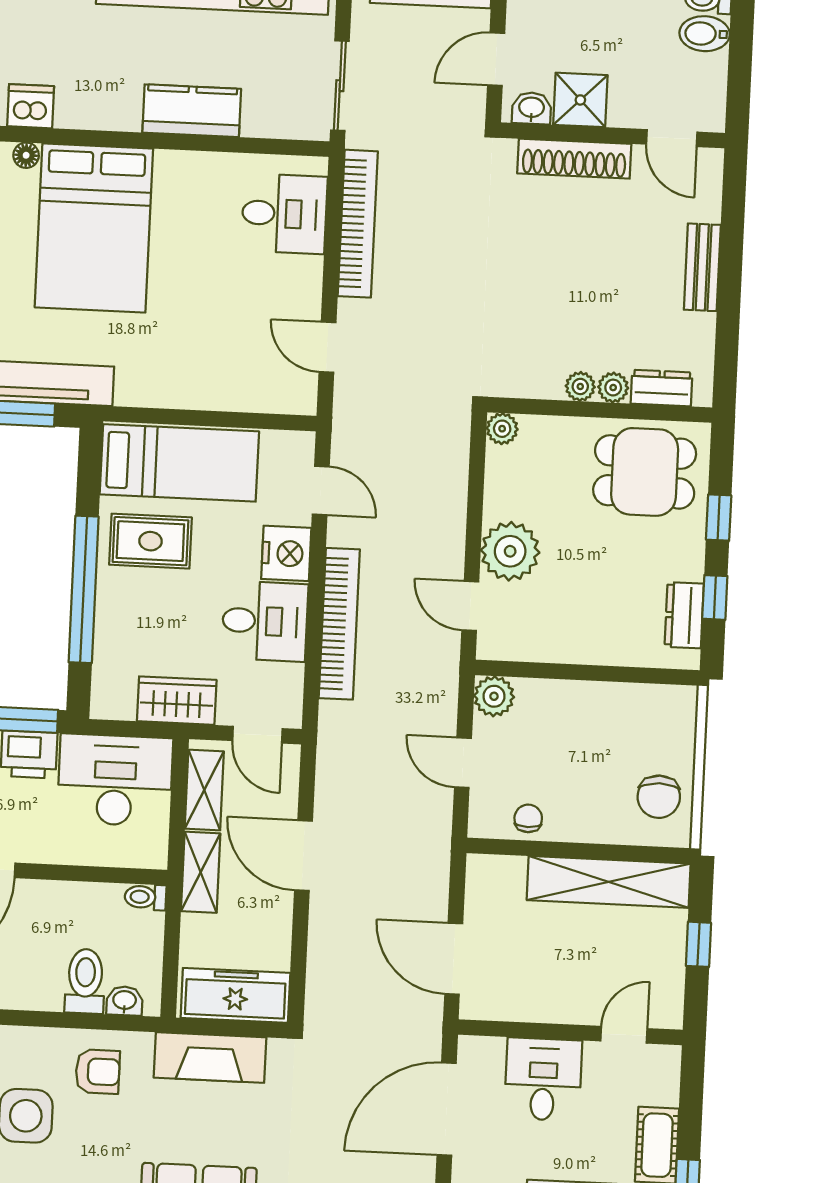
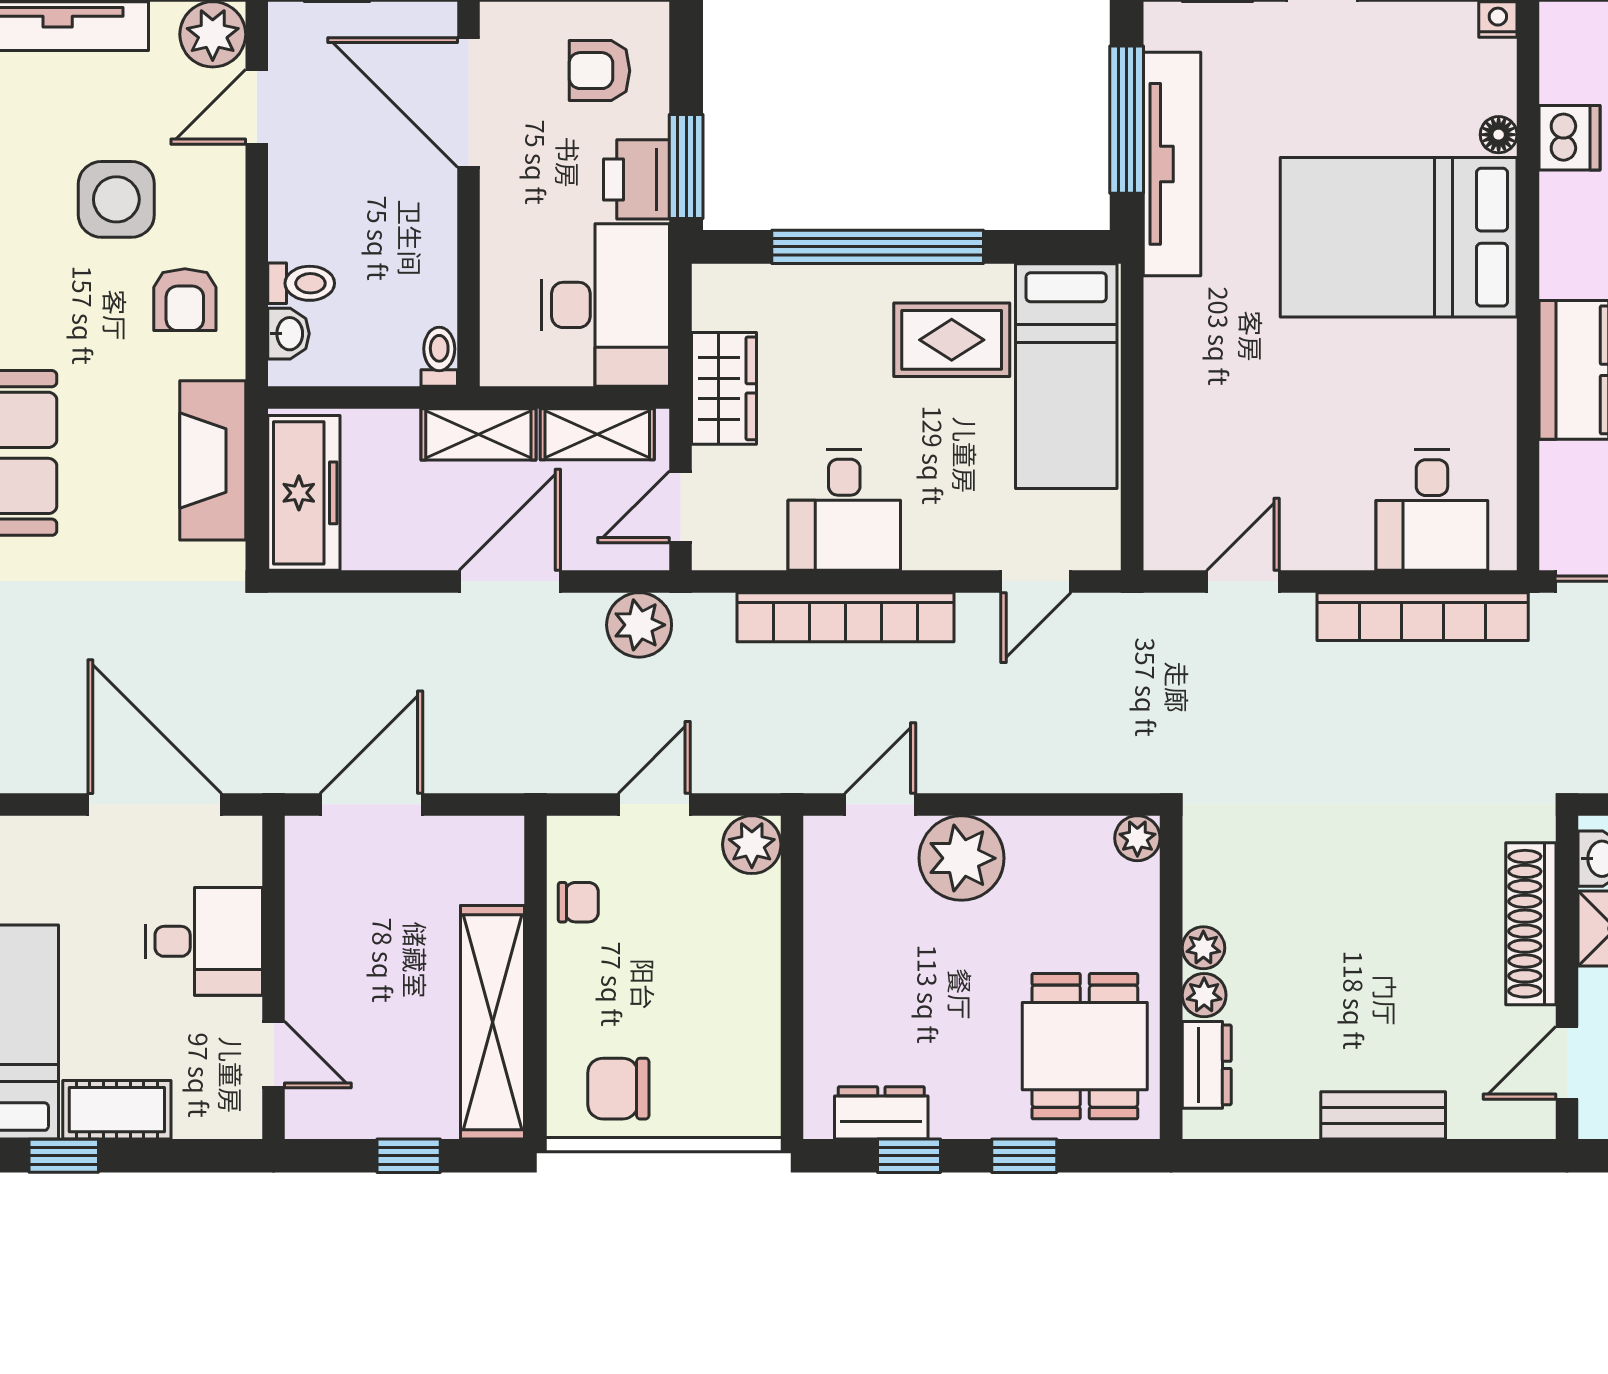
rug: (150, 541) -> (952, 340), turned 90
nightstand: (286, 553) -> (943, 536), removed
plant: (338, 767) -> (639, 625), added
toilet: (85, 981) -> (301, 283), width x0.73, depth x0.72

